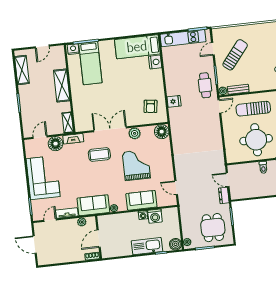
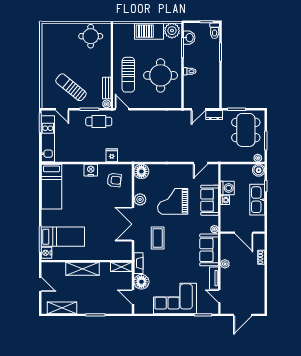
nightstand: (155, 62) -> (91, 170), moved
dining table: (213, 228) -> (246, 130), width x1.38
wall: (99, 237) -> (243, 233), moved
door: (99, 239) -> (244, 233), moved

